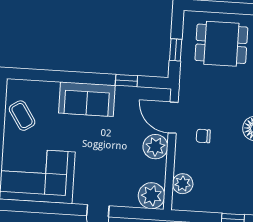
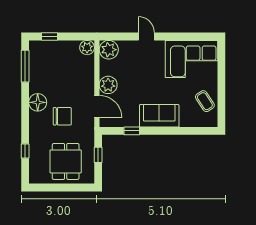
dining table: (221, 44) -> (66, 161), turned 90
chair: (203, 136) -> (62, 116), moved, width x1.87, depth x1.87
plant: (183, 184) -> (87, 48), moved

